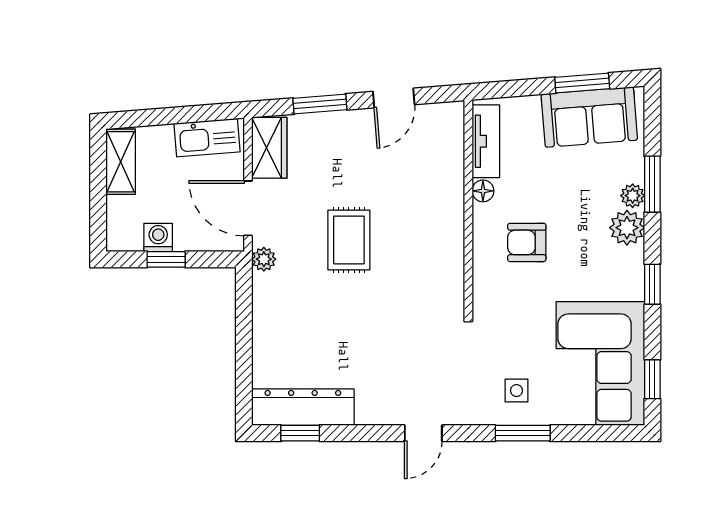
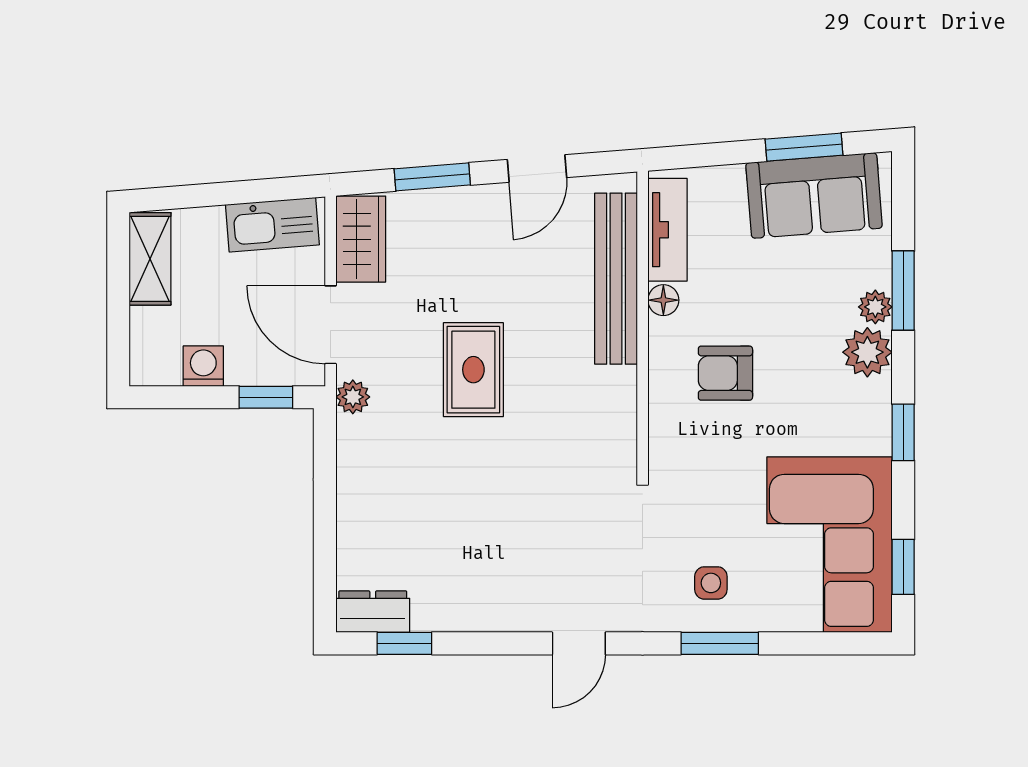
bench: (450, 176) -> (616, 279), added
window: (166, 259) -> (266, 397), moved
dresser: (303, 407) -> (373, 612), width x0.51, depth x0.80

